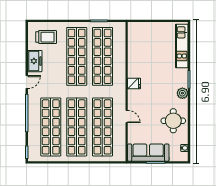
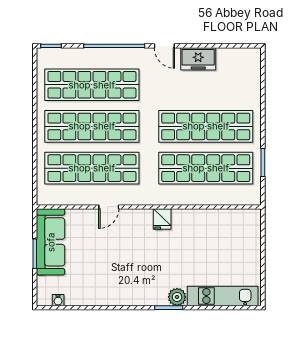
trolley: (46, 37) -> (237, 77), removed
plant: (182, 93) -> (177, 297), moved
round table: (173, 121) -> (102, 282), removed

